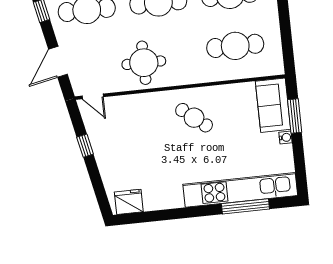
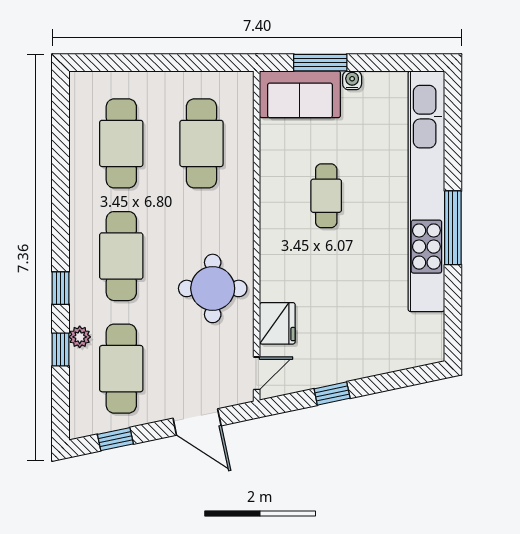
cafe table: (194, 118) -> (326, 196), moved, turned -39
kitchen unit: (240, 190) -> (426, 191), width x1.36
fridge: (129, 202) -> (277, 323), moved, turned 180
window: (245, 206) -> (453, 228), moved

